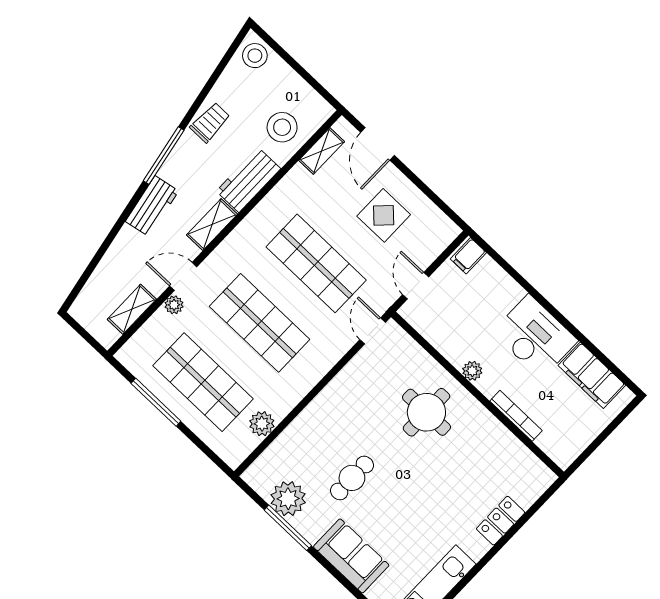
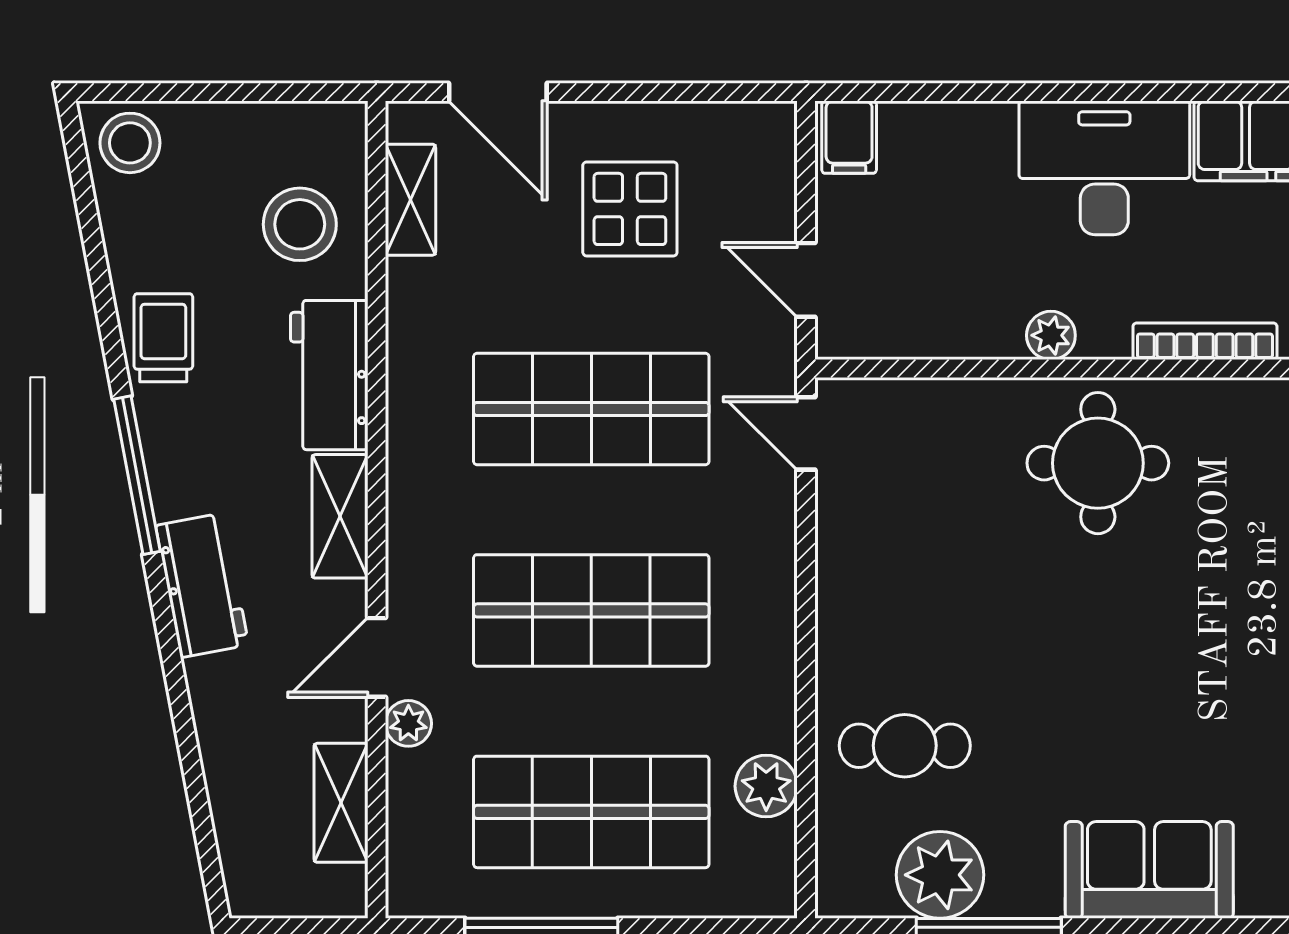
round table: (426, 412) -> (1098, 463), moved
cafe table: (352, 478) -> (905, 746), moved, turned 90

